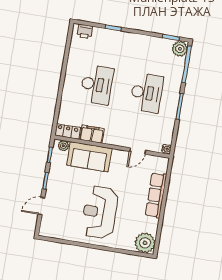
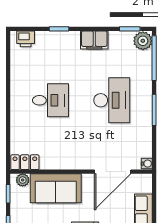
desk: (97, 85) -> (50, 100), width x0.73
filing cabinet: (92, 134) -> (94, 40), moved, turned 180
door: (138, 151) -> (113, 172), width x1.87

